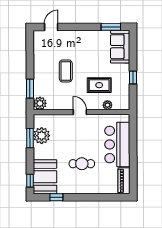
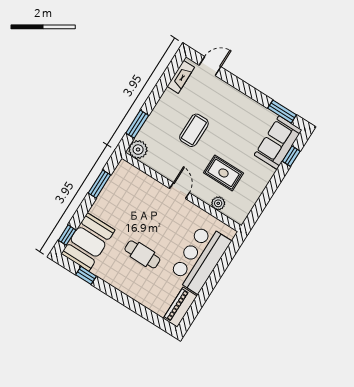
fireplace: (38, 44) -> (181, 77), added
window: (133, 77) -> (291, 156), moved
plant: (42, 136) -> (115, 190), removed

